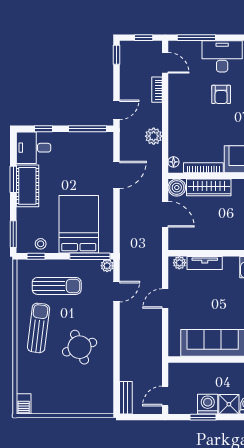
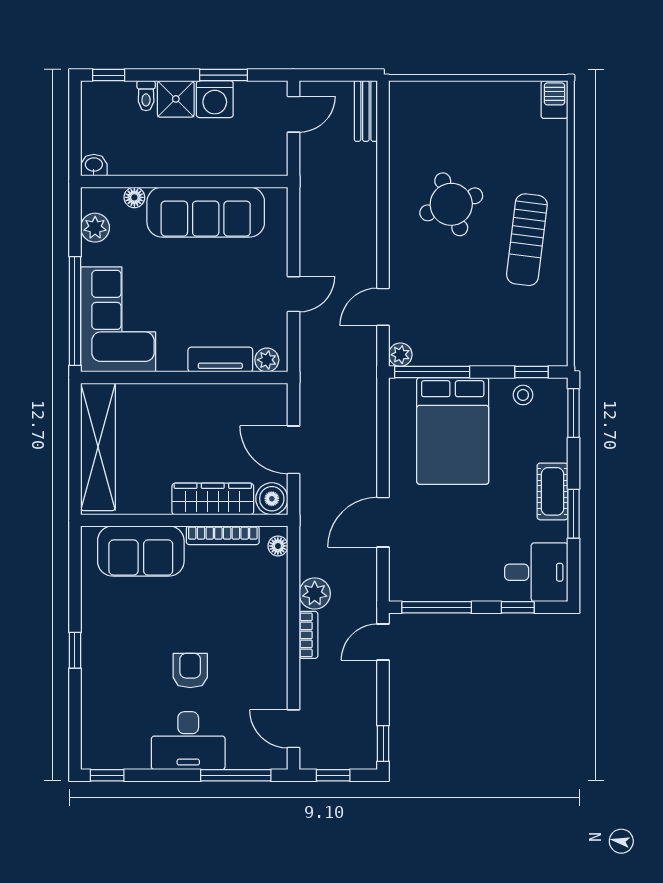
bookcase: (157, 90) -> (308, 635), moved
cot: (27, 186) -> (553, 491), width x0.73, depth x0.75
sun lounger: (57, 286) -> (493, 317), removed

